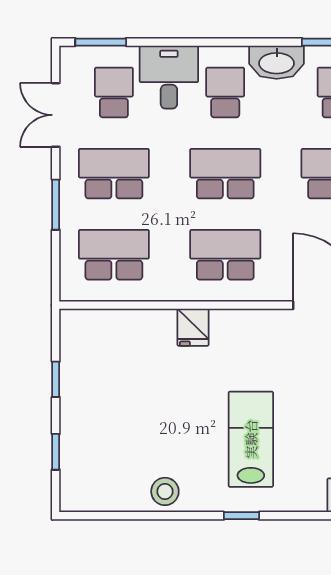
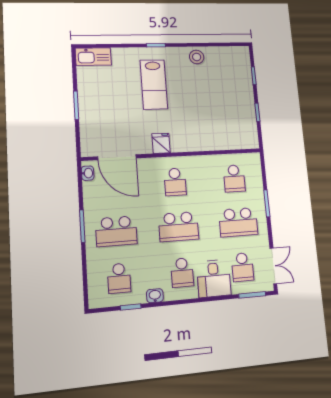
washbasin: (277, 62) -> (155, 296), width x0.52, depth x0.69
double door: (56, 115) -> (273, 266), moved
school desk: (114, 255) -> (234, 178), width x0.54
school desk: (225, 255) -> (175, 182), width x0.54
fridge: (193, 327) -> (161, 143), moved

